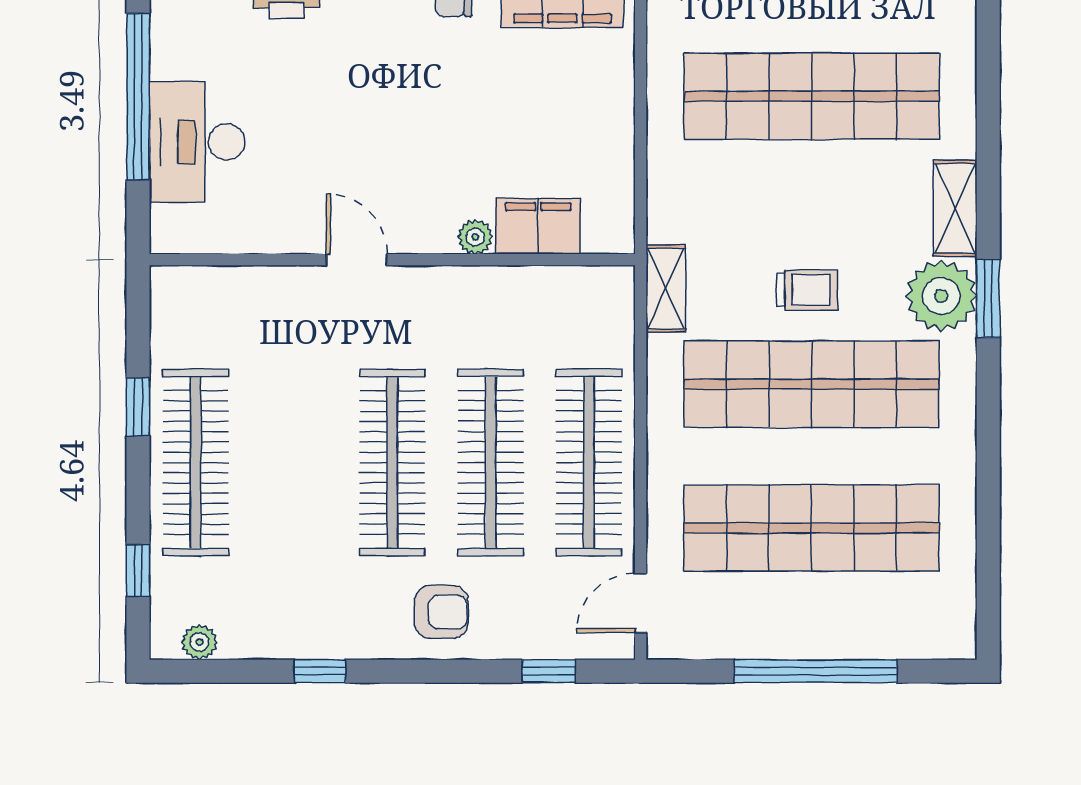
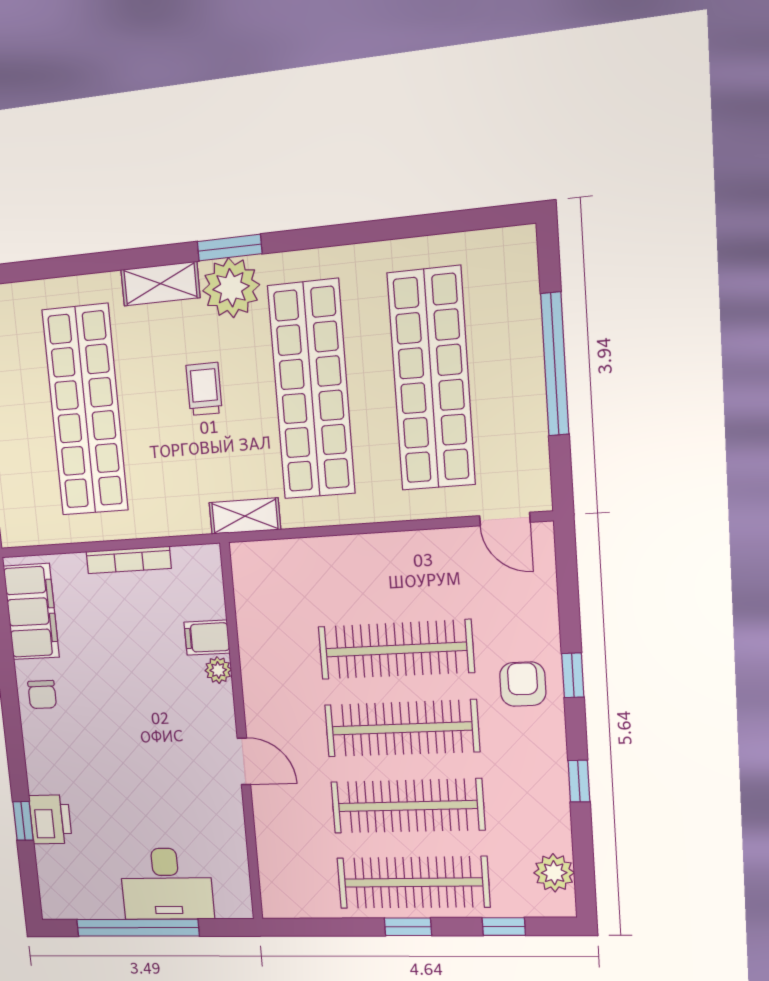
bookcase: (621, 134) -> (129, 560), added
filing cabinet: (538, 226) -> (207, 638), width x0.50
door: (357, 260) -> (244, 761), swing flipped
trolley: (807, 290) -> (204, 389), moved
window: (138, 407) -> (408, 927), moved
clothes rail: (589, 462) -> (407, 806), moved
plant: (199, 642) -> (554, 873), width x1.38, depth x1.38
window: (549, 671) -> (573, 675), moved

